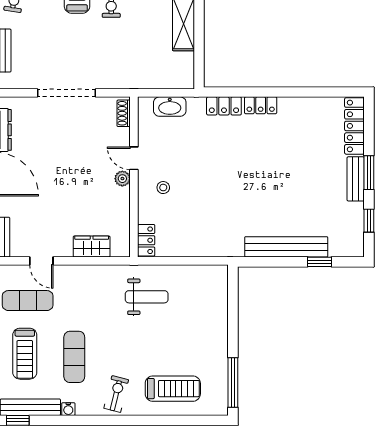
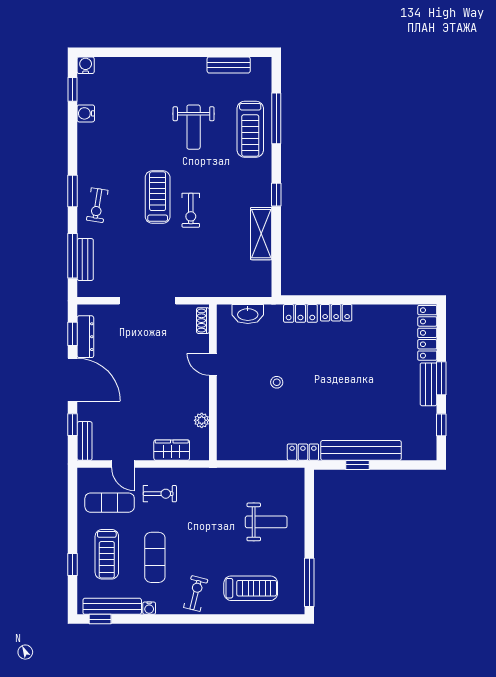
plant: (122, 179) -> (202, 420), moved
stool: (163, 188) -> (277, 382), moved
locker: (146, 240) -> (303, 452), moved, turned -90
window: (319, 262) -> (358, 465), moved
exercise bike: (79, 291) -> (160, 494), added
weight bench: (147, 297) -> (266, 522), moved

